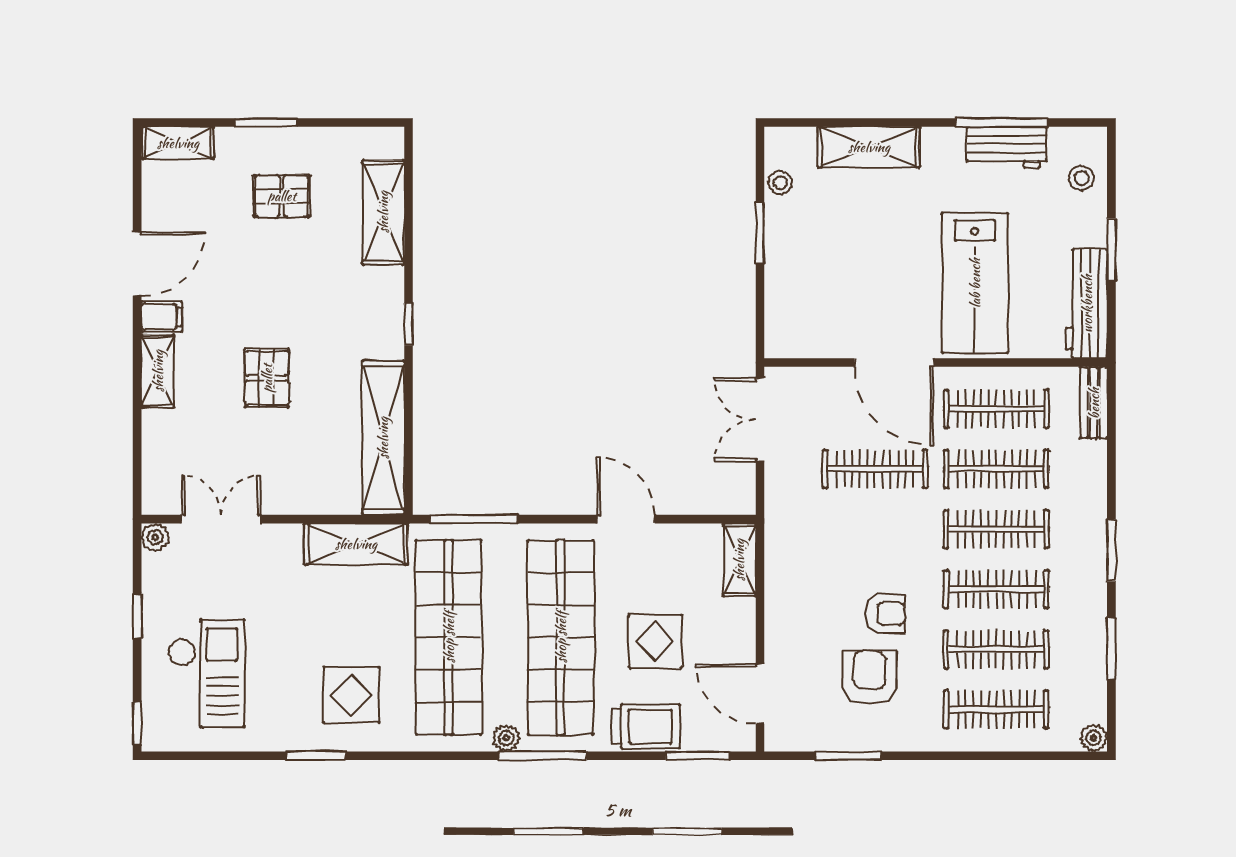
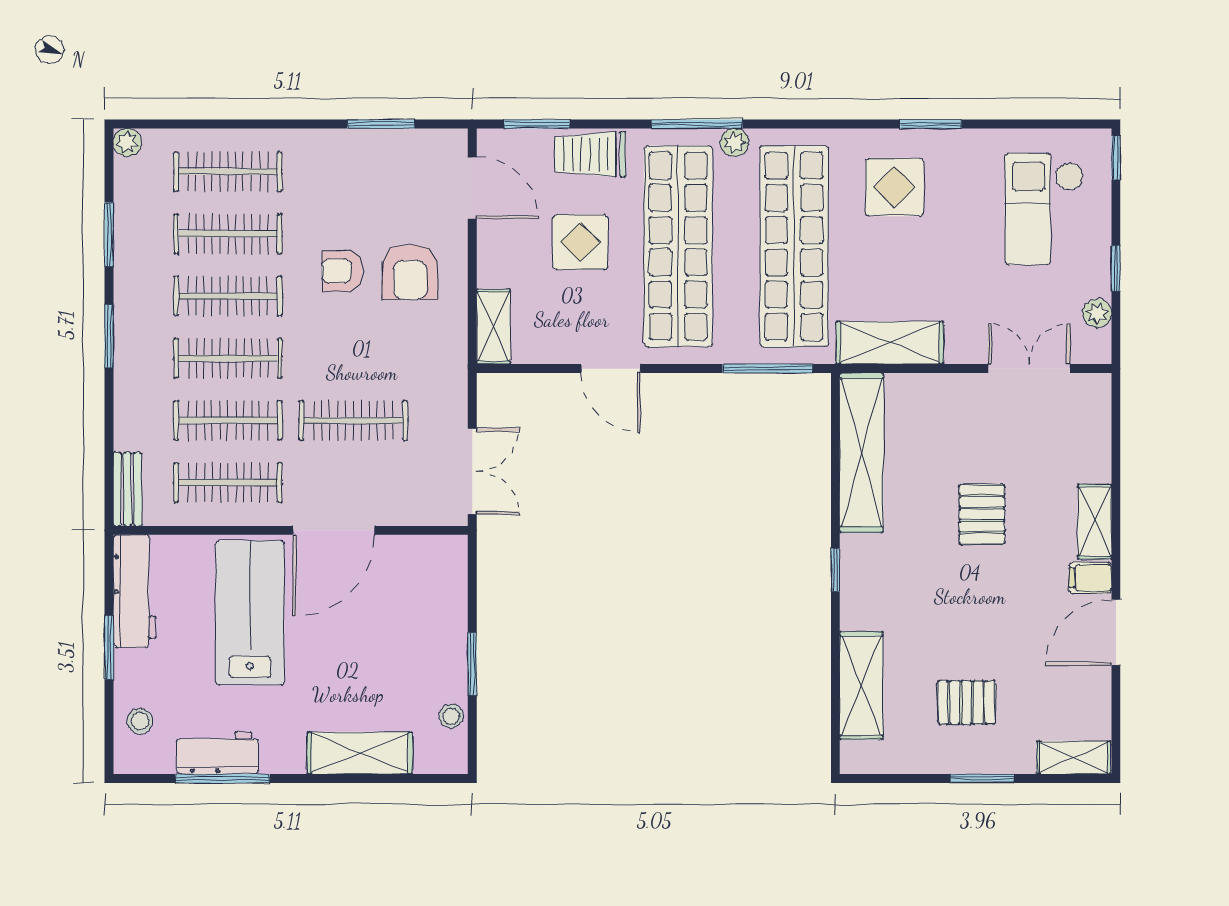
door: (894, 363) -> (334, 530), swing flipped
double door: (221, 519) -> (1029, 369), swing flipped
plant: (155, 537) -> (1097, 313), moved
armchair: (869, 677) -> (410, 272), moved

